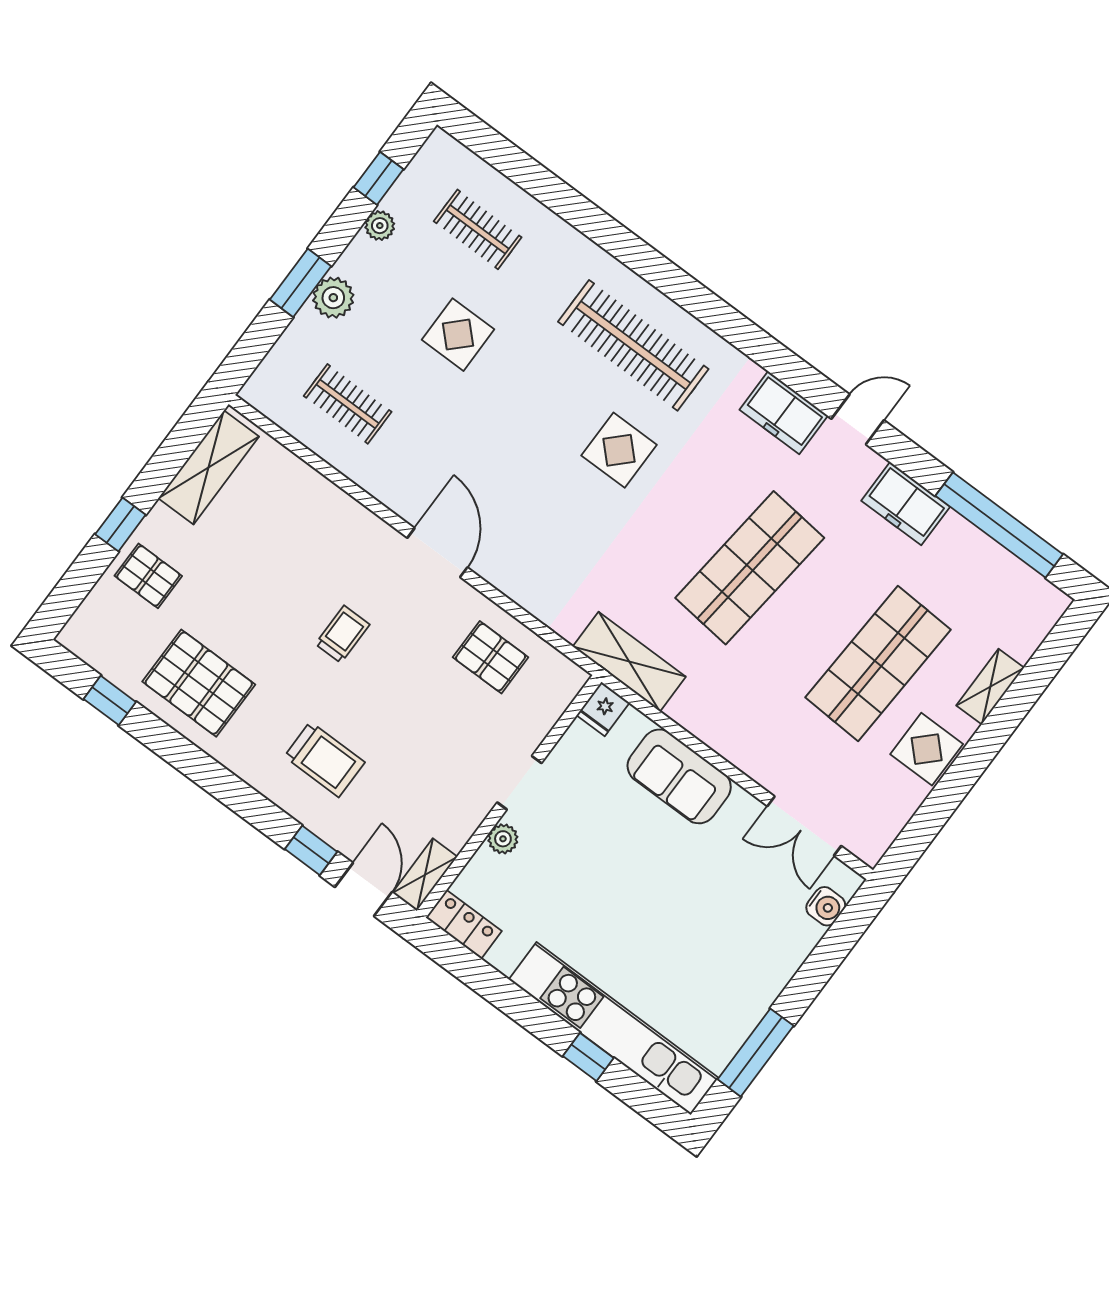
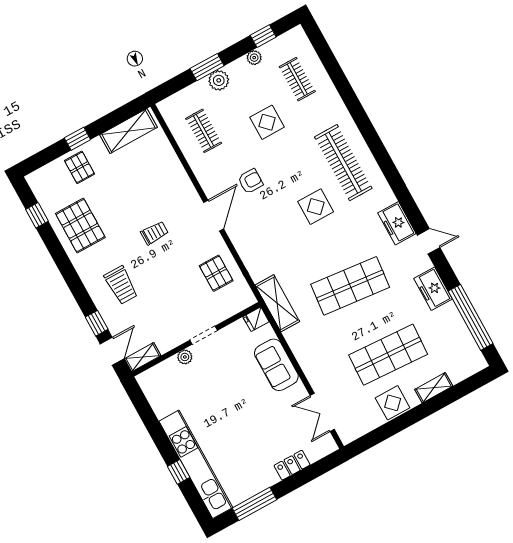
armchair: (477, 458) -> (250, 181), added
water cooler: (826, 906) -> (316, 453), removed
locker: (464, 924) -> (292, 465), moved, turned -90

